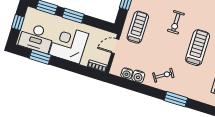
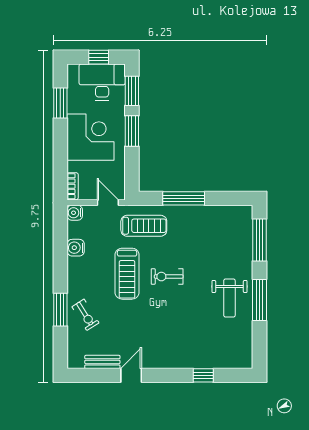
desk: (36, 38) -> (102, 82), moved, turned 90
treadmill: (198, 48) -> (127, 274), moved, turned 90
water cooler: (127, 74) -> (75, 213), moved
exercise bike: (163, 75) -> (85, 315), moved

